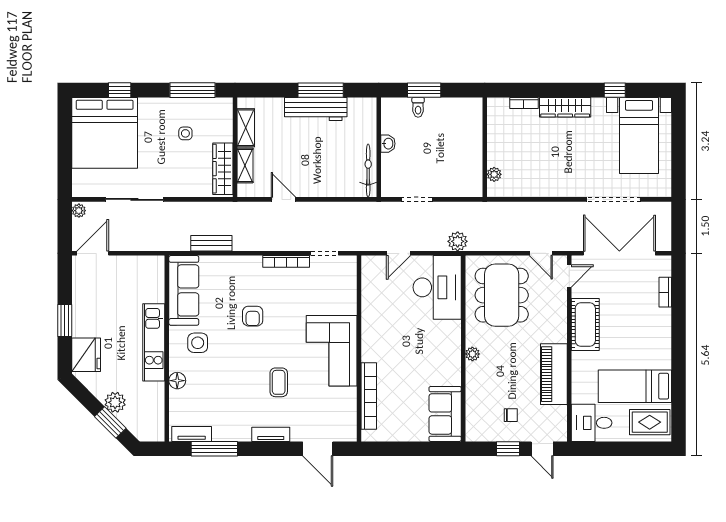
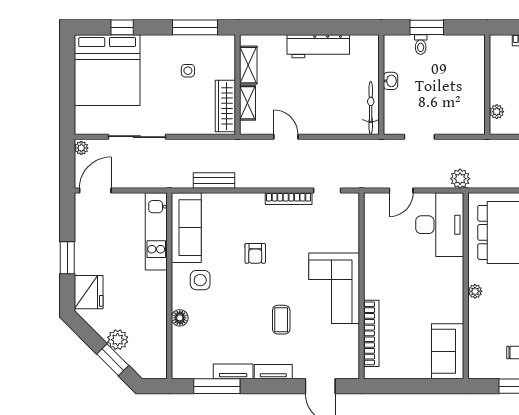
window: (321, 90) -> (323, 27), removed
kitchen unit: (154, 342) -> (156, 231), moved
tv unit: (192, 434) -> (233, 371), moved

